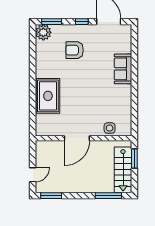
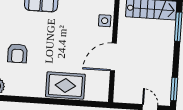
door: (77, 138) -> (113, 57), swing flipped

